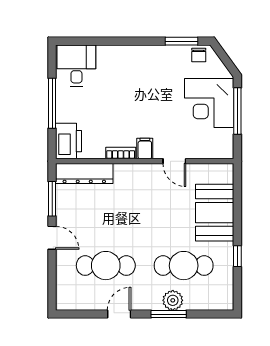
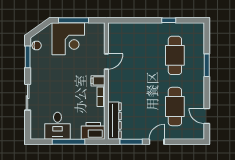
sliding door: (120, 41) -> (28, 97), added
desk: (76, 66) -> (57, 126), moved, turned -90
booth: (215, 213) -> (140, 35), removed
plant: (173, 300) -> (198, 63), removed
door: (119, 314) -> (207, 116), moved

